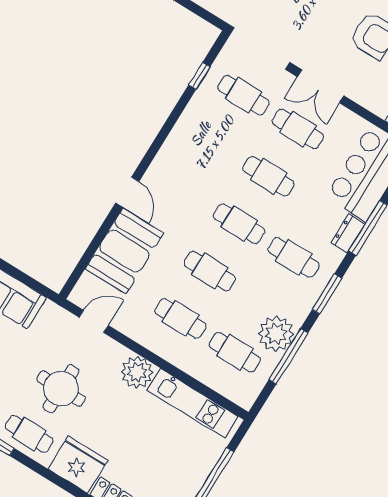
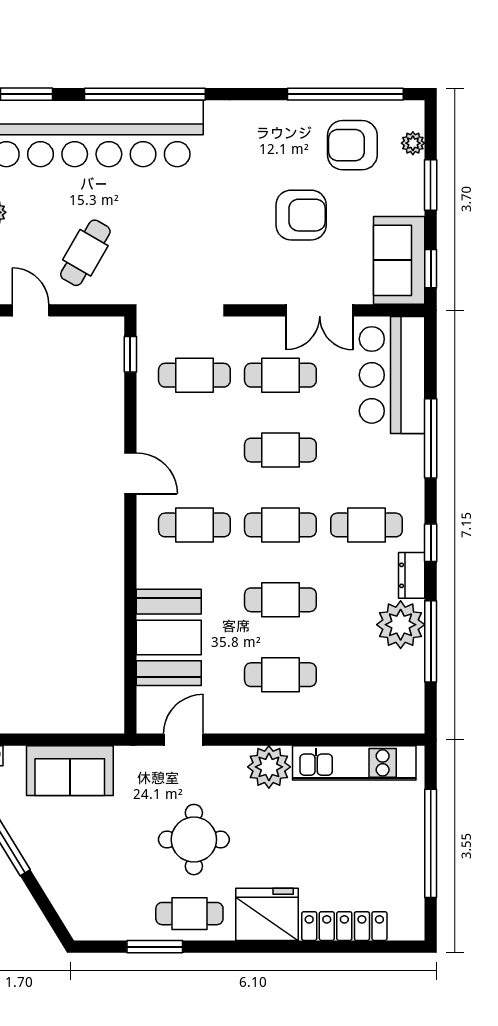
window: (199, 76) -> (130, 354), moved
double door: (321, 86) -> (320, 310), moved
door: (127, 192) -> (130, 473), moved
dresser: (348, 233) -> (412, 575), moved
window: (327, 294) -> (431, 543), width x0.67
cafe table: (235, 352) -> (194, 525), moved

